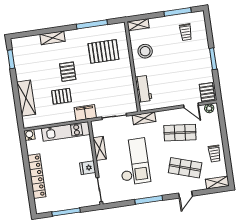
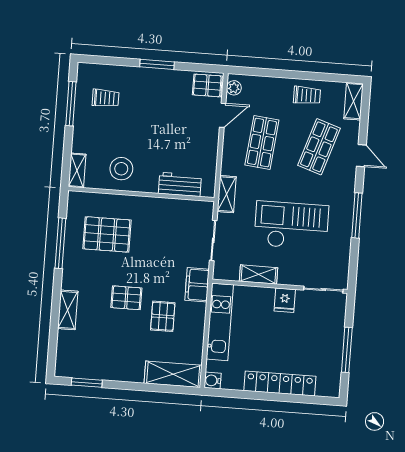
pallet: (103, 51) -> (107, 234), turned 90
shelving: (26, 98) -> (173, 374), moved

